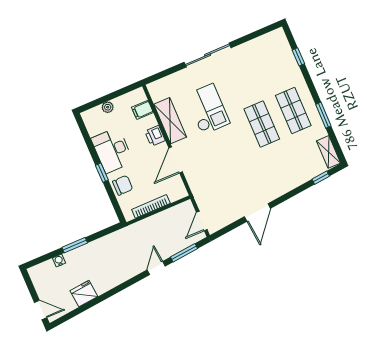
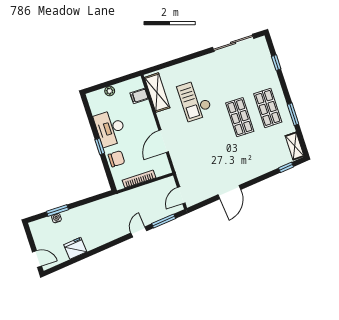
sliding door: (208, 55) -> (233, 43), moved
checkout: (208, 109) -> (195, 100), turned 180
shelving: (170, 121) -> (157, 93), moved
printer: (155, 136) -> (148, 119), removed
window: (75, 245) -> (57, 211), moved

